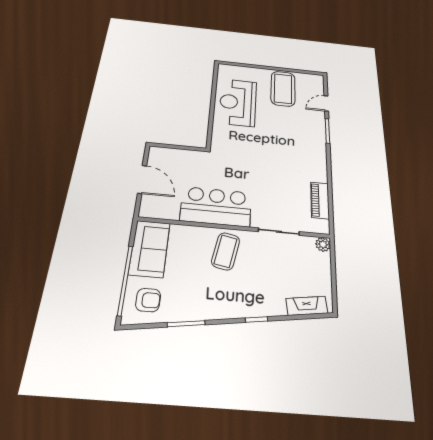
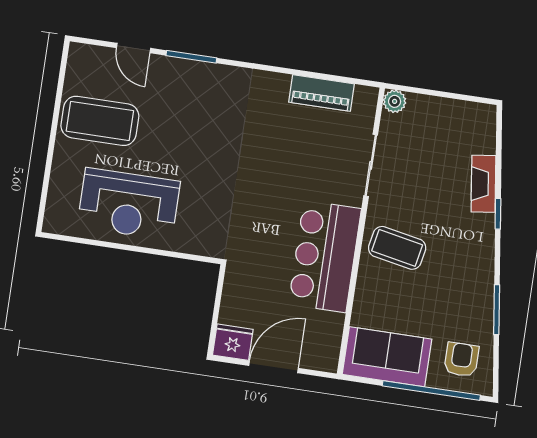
fridge: (158, 156) -> (233, 342), added
fireplace: (307, 306) -> (483, 184), moved

